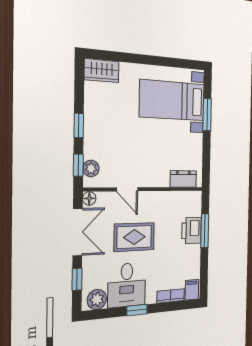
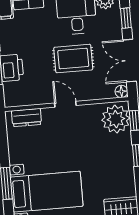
plant: (91, 168) -> (116, 119), width x1.88, depth x1.88
door: (127, 189) -> (65, 104), moved

